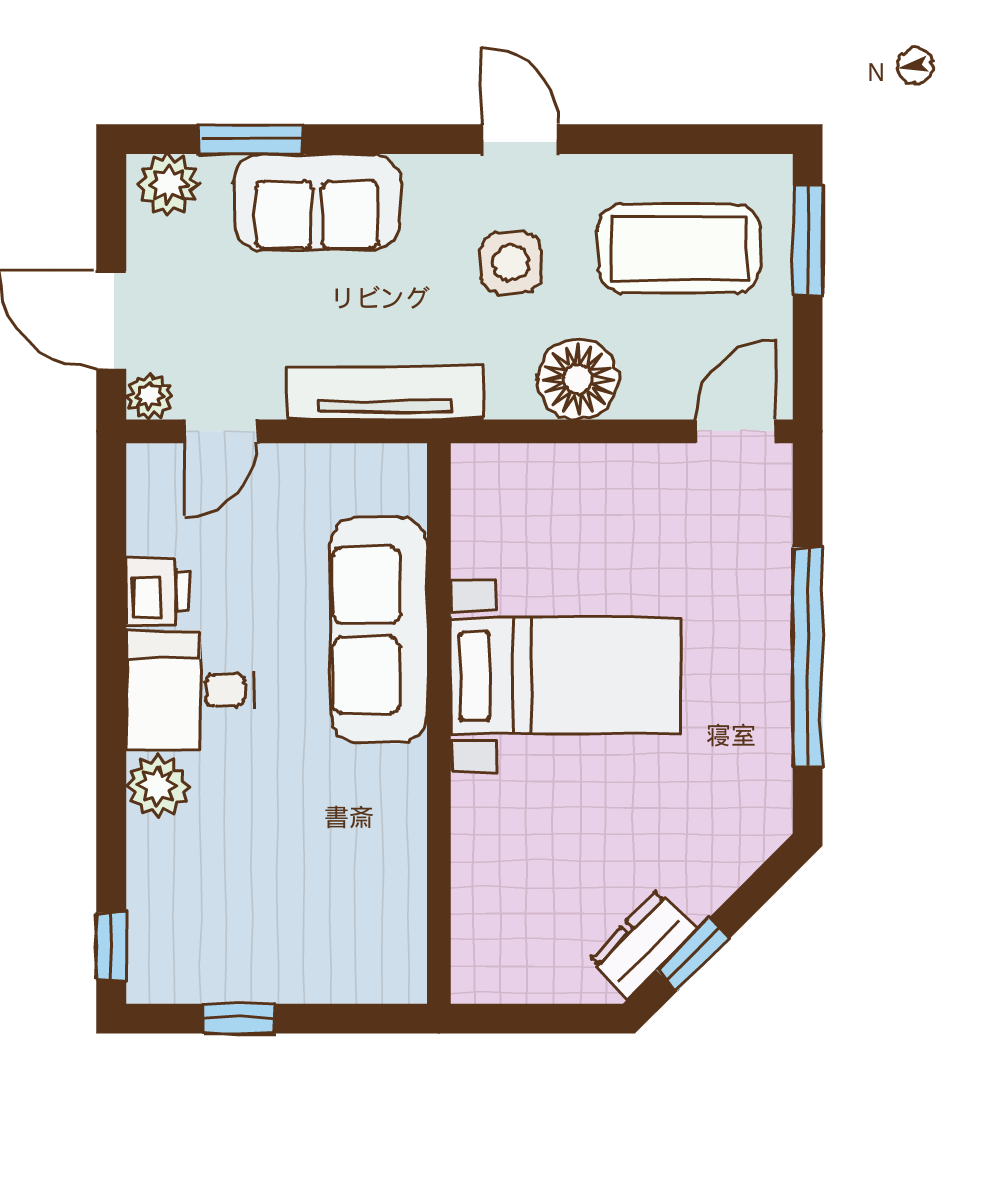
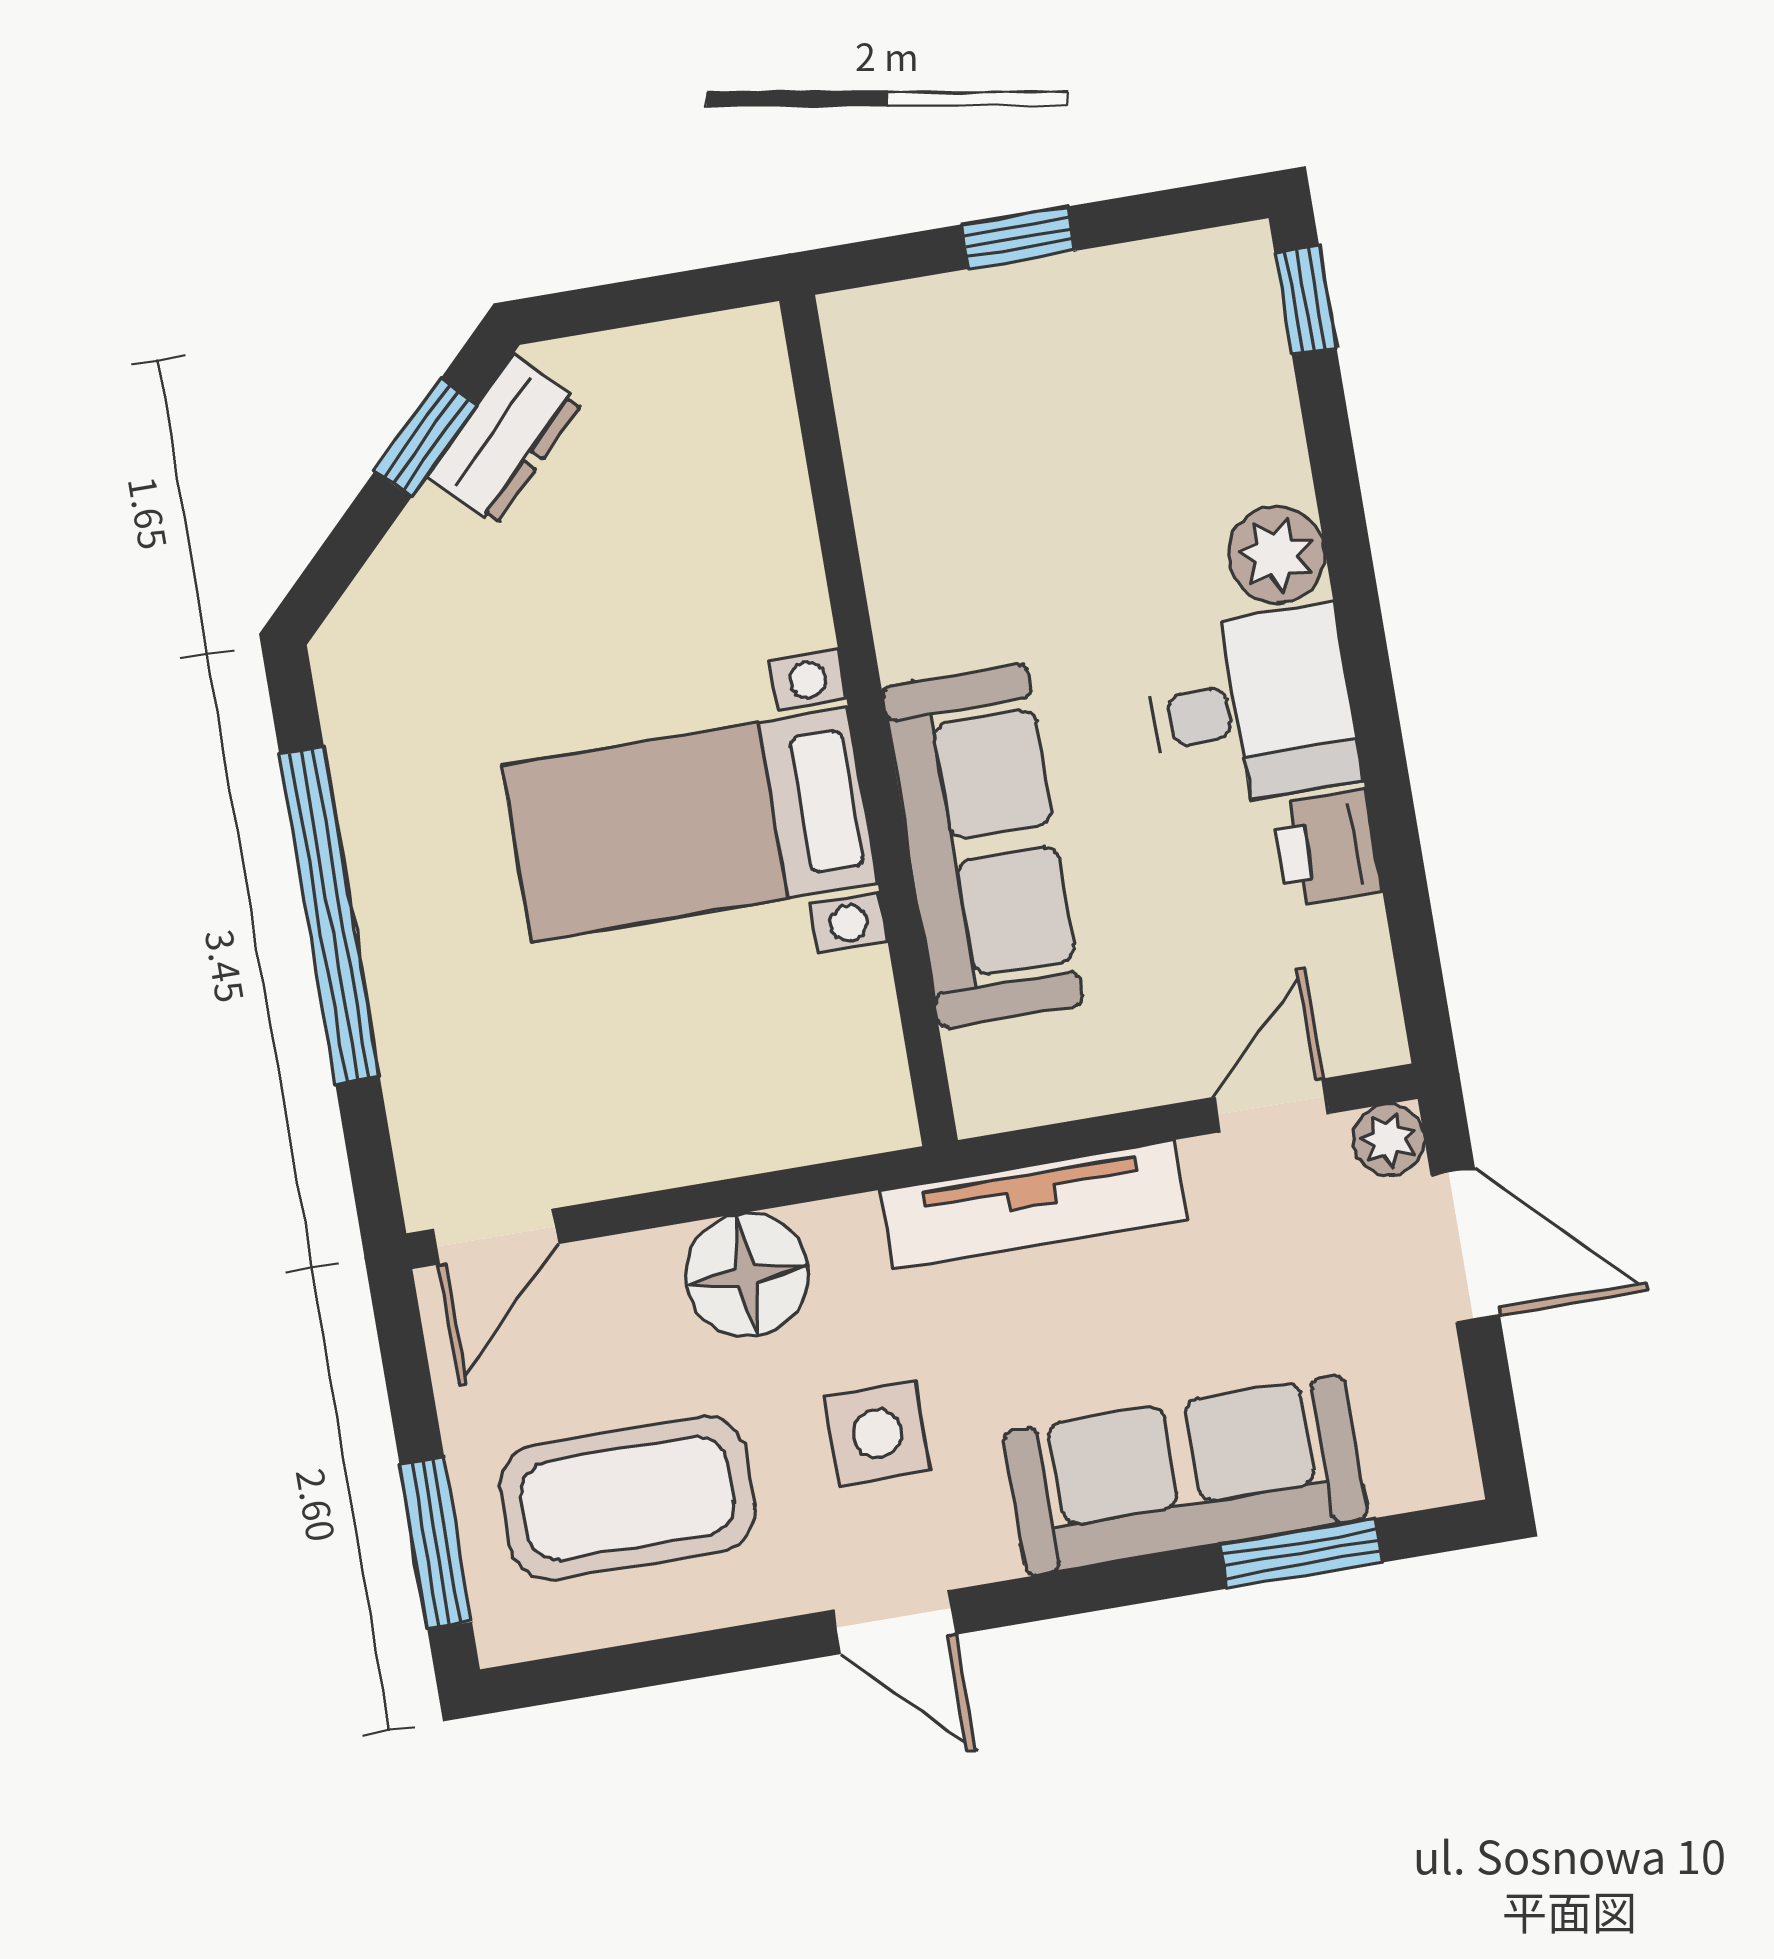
plant: (168, 184) -> (1414, 1464), removed
sofa: (317, 202) -> (1185, 1475), width x1.36
window: (239, 1019) -> (1018, 238), moved

